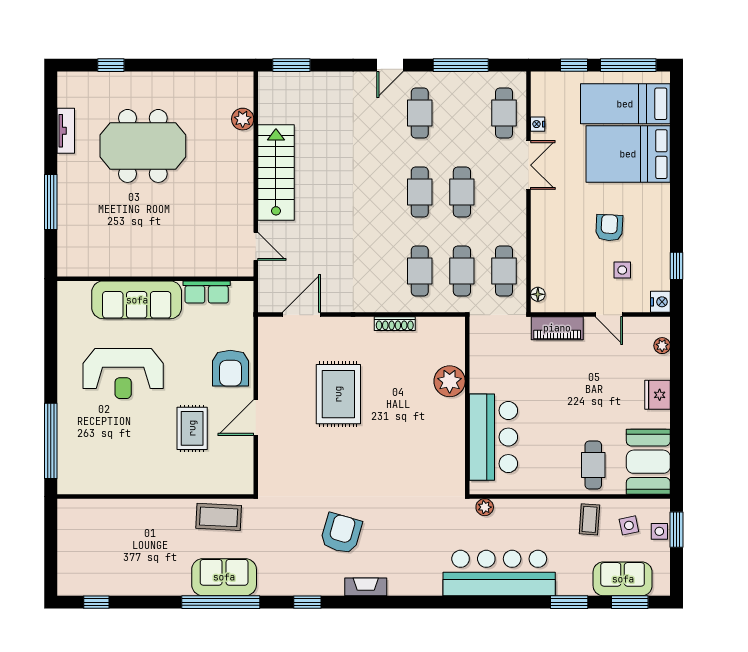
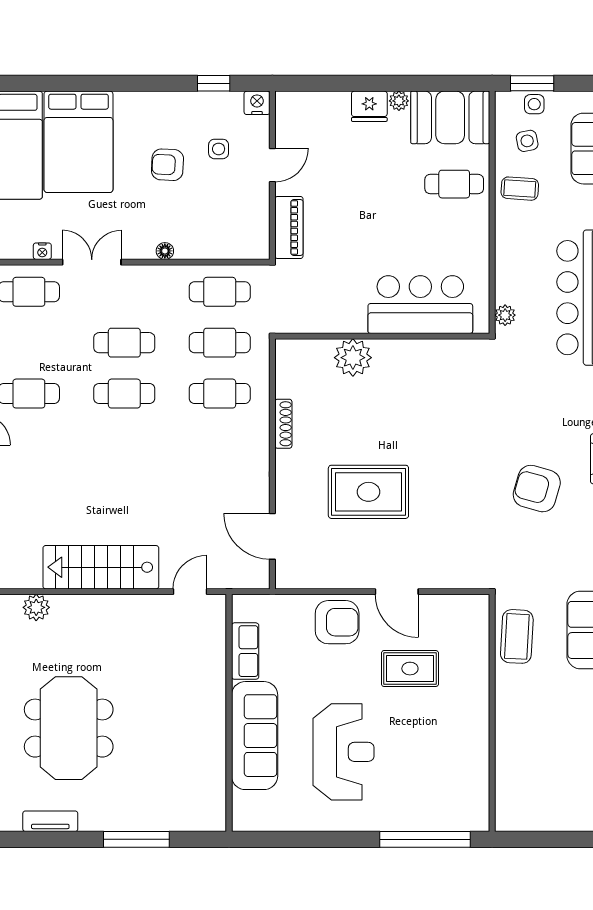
floor lamp: (538, 294) -> (165, 251), moved
plant: (662, 346) -> (399, 101), moved

